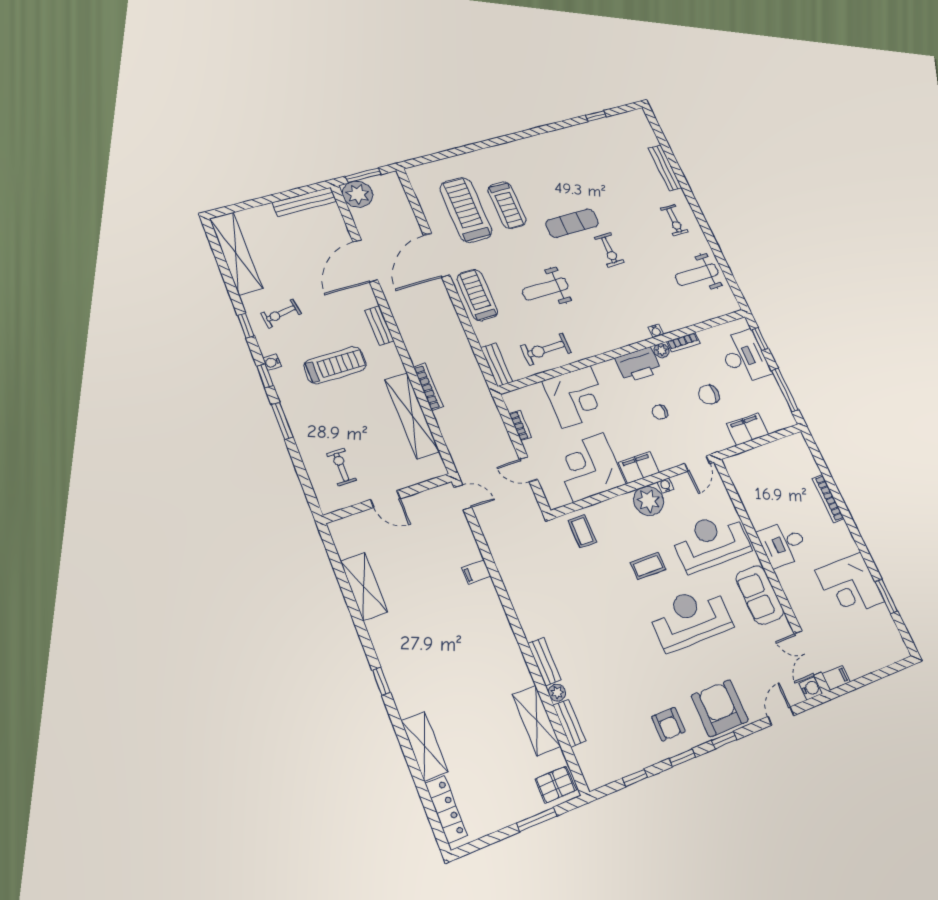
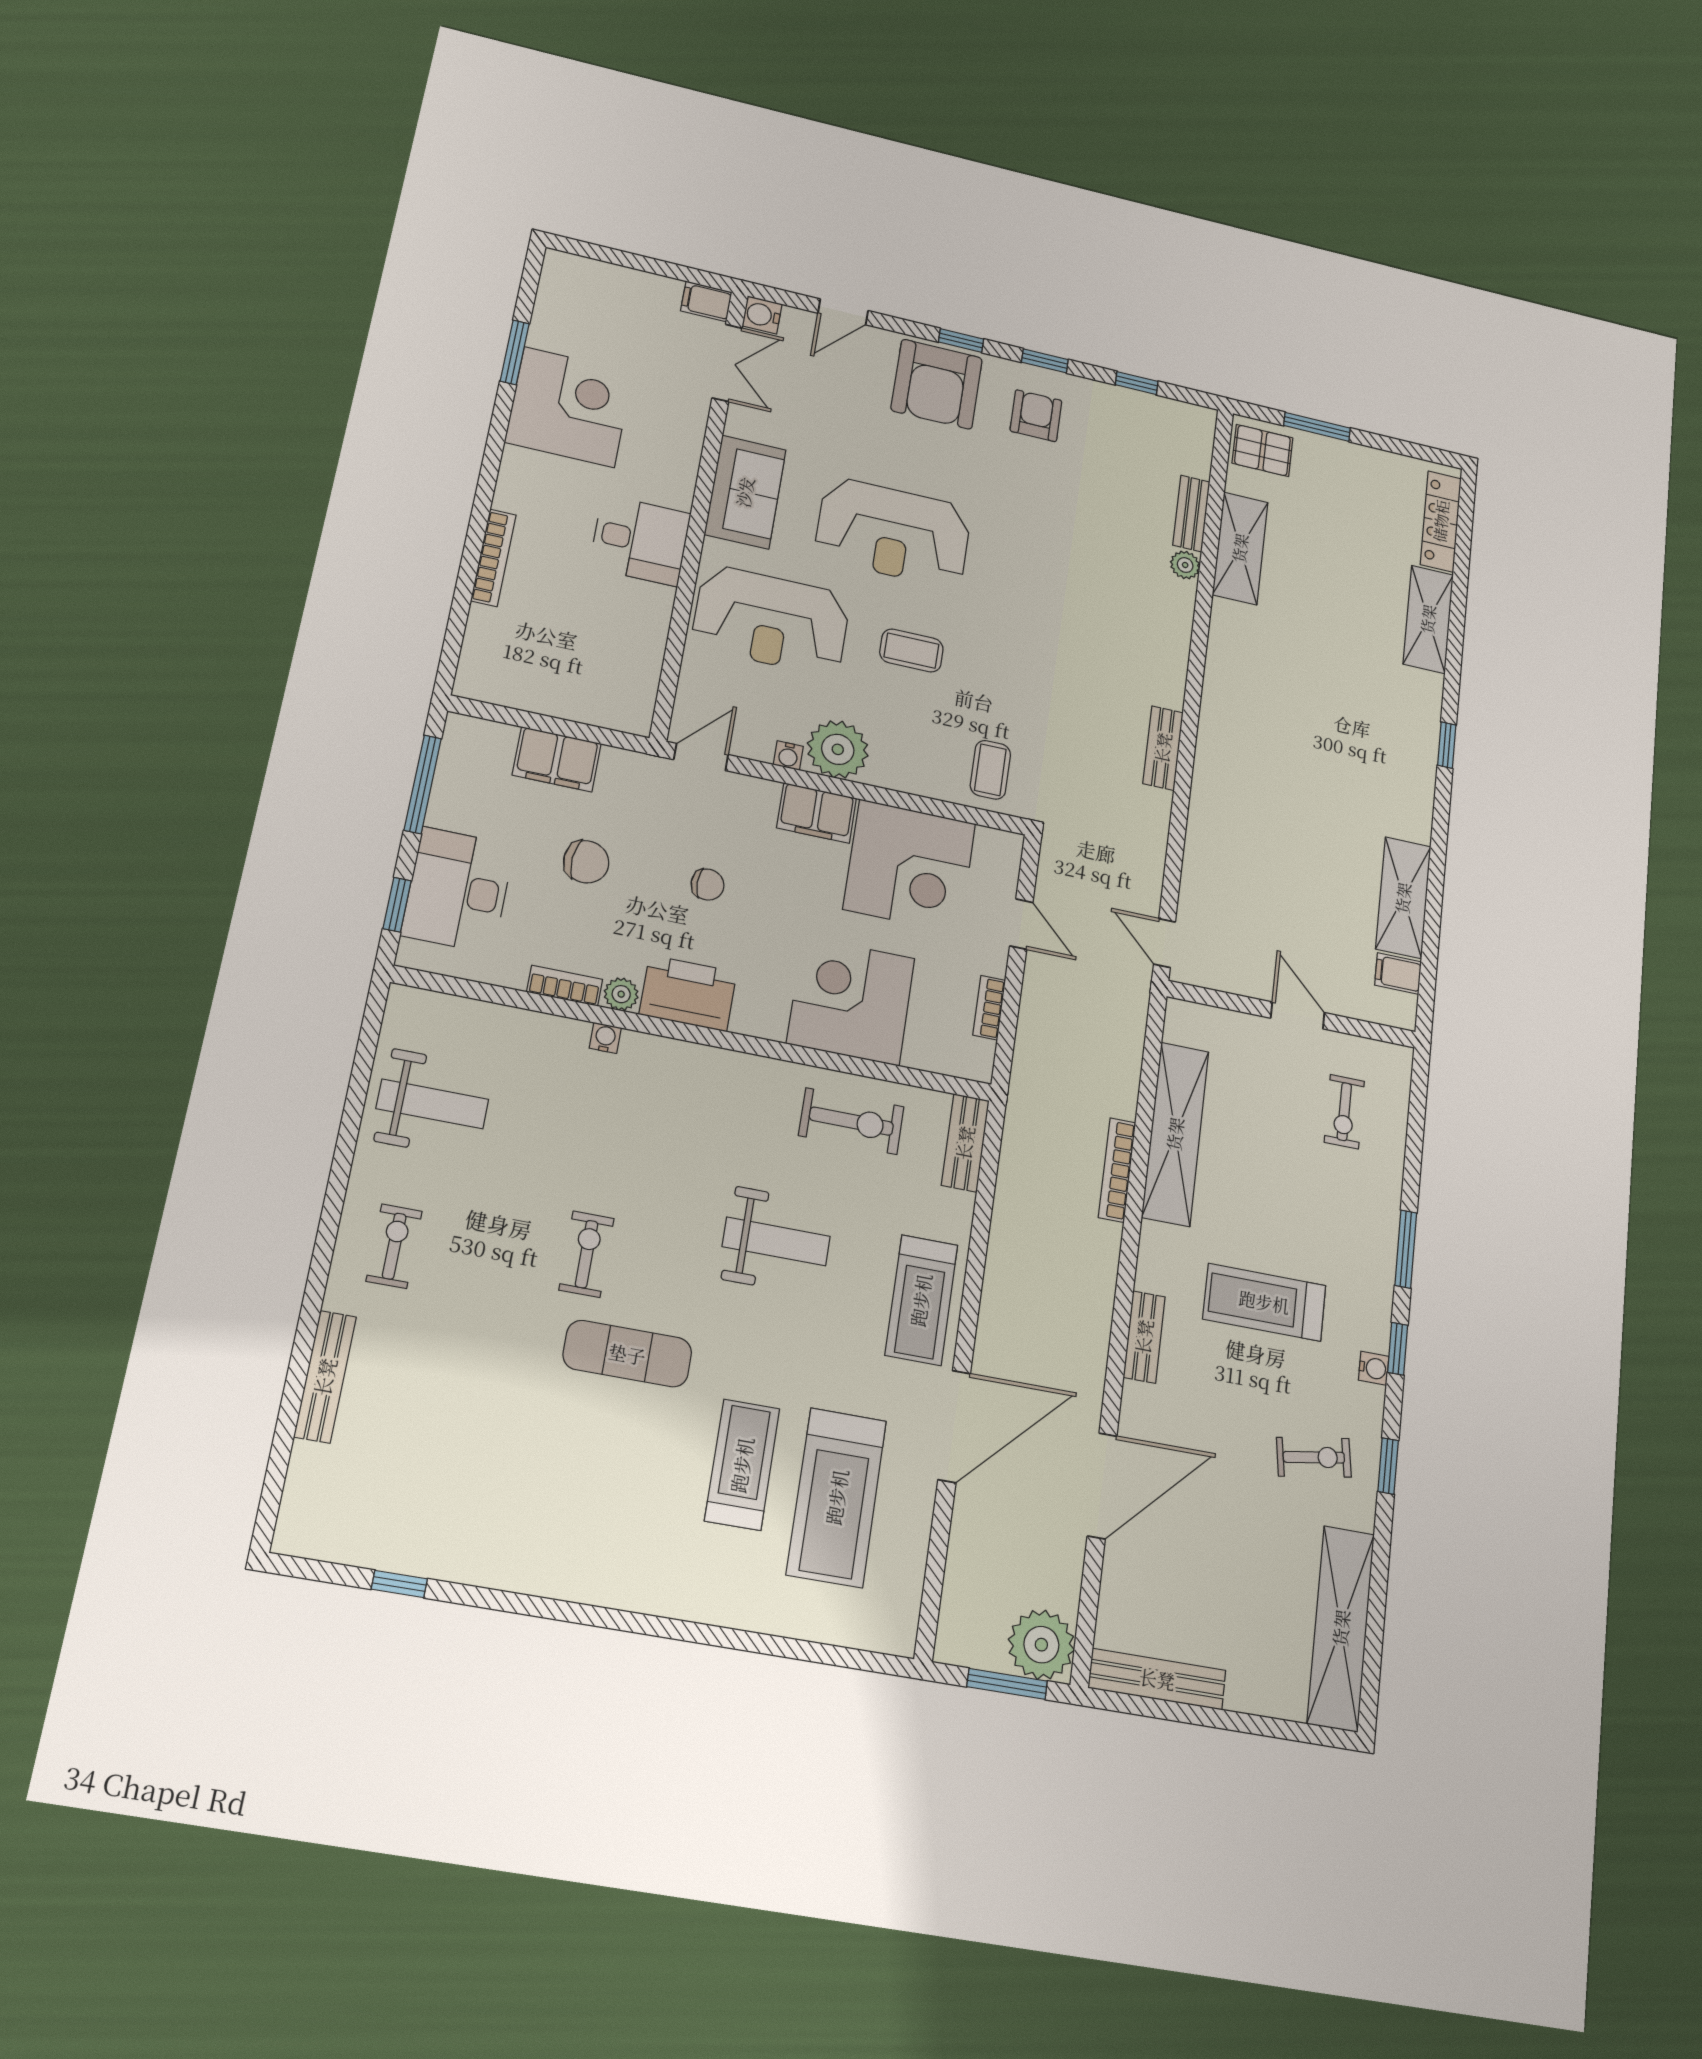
filing cabinet: (476, 572) -> (1398, 973), moved, turned 180
bench: (544, 662) -> (1163, 748), moved

